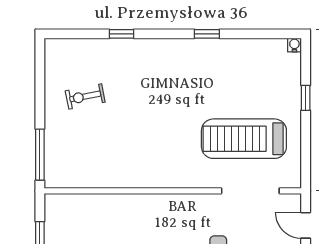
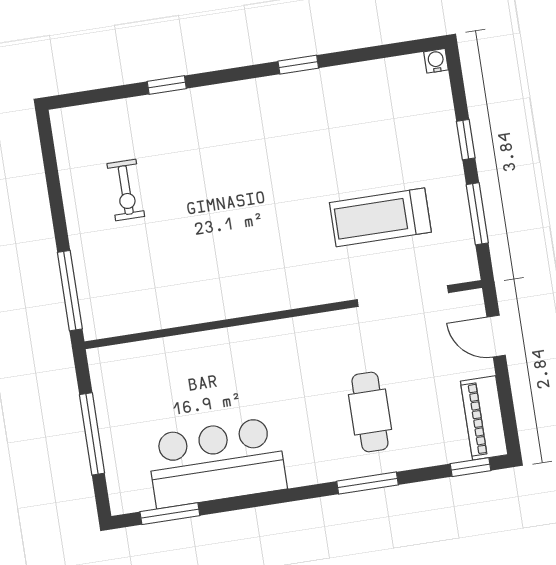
exercise bike: (85, 96) -> (126, 190), turned -79
treadmill: (244, 139) -> (380, 217), width x0.73, depth x0.73
window: (306, 146) -> (477, 214), added

